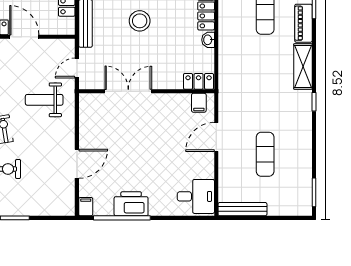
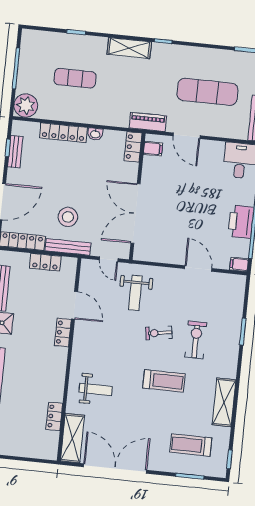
stool: (140, 21) -> (68, 217), moved
piano: (303, 23) -> (148, 122), moved, turned 180
door: (24, 37) -> (75, 305), swing flipped
double door: (128, 91) -> (135, 213), width x1.36
exercise mat: (265, 154) -> (207, 92), width x1.36, depth x1.45

